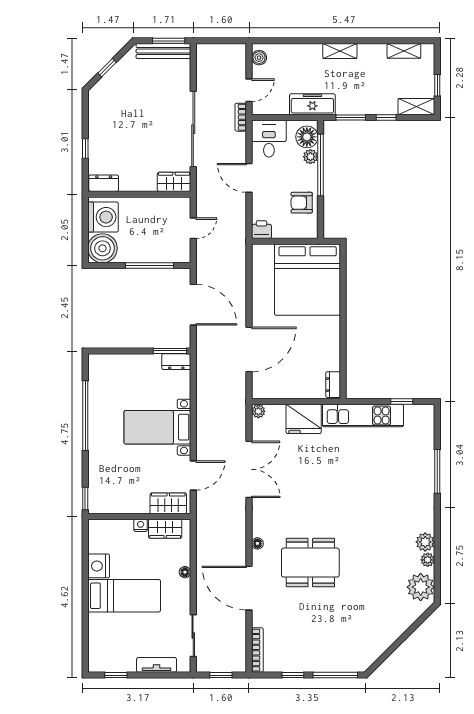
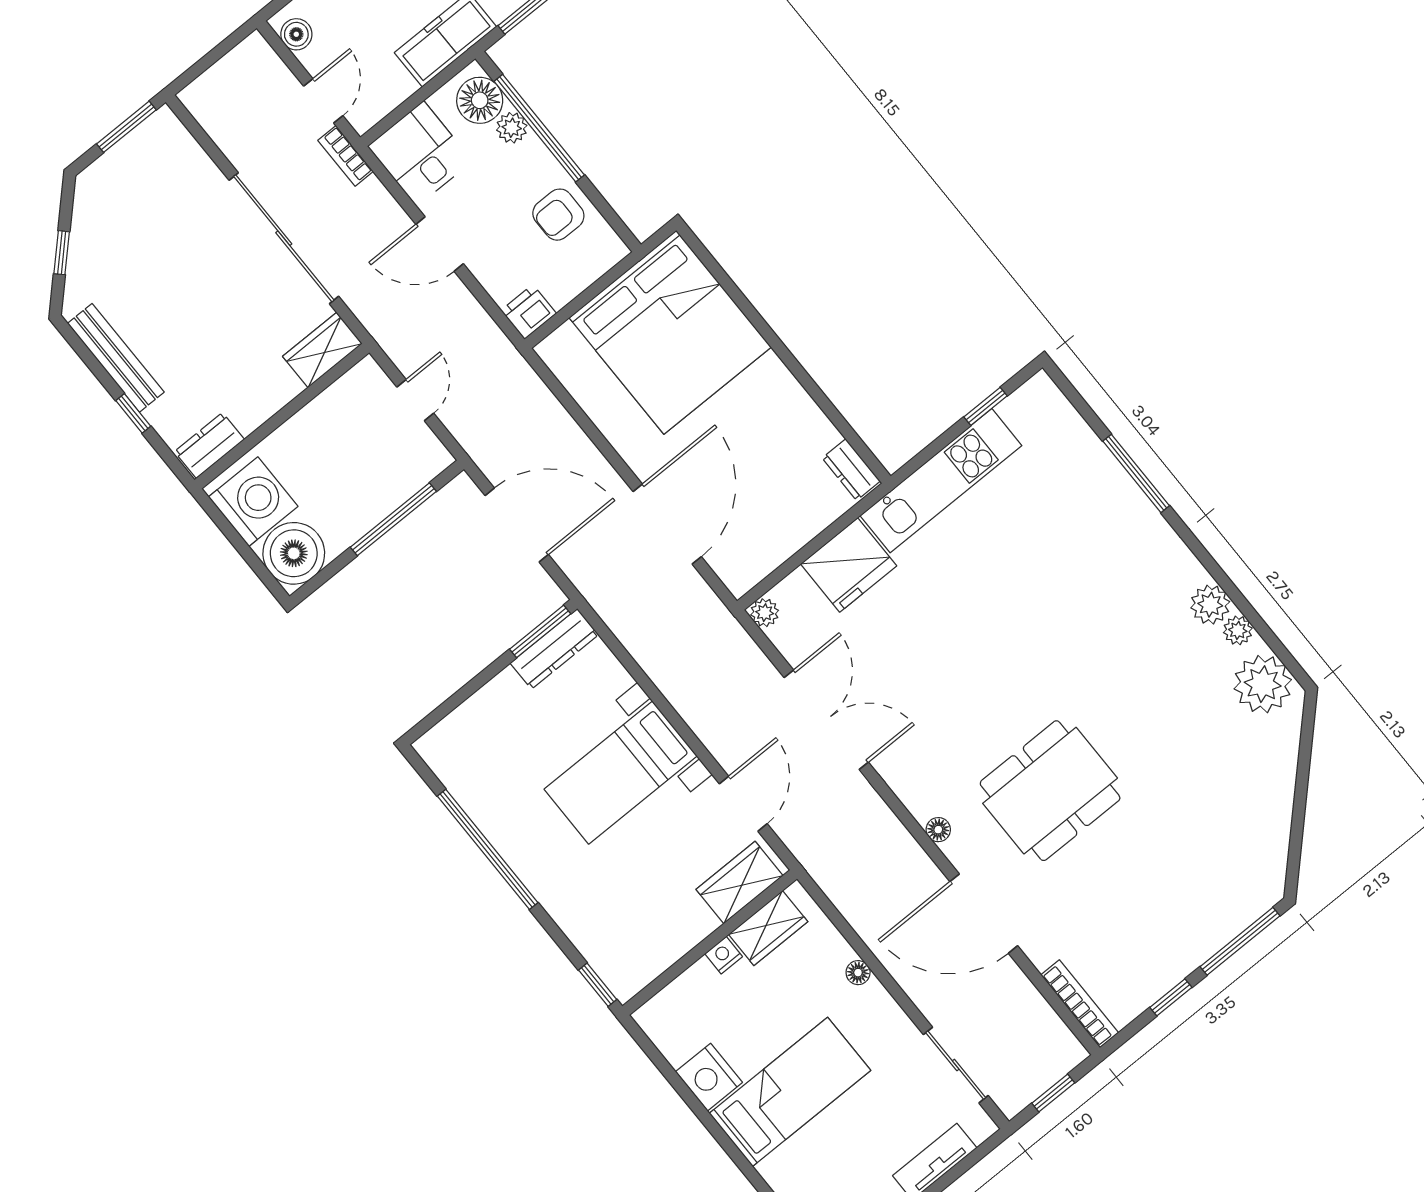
bench: (163, 51) -> (116, 358), moved, turned 90
dresser: (176, 362) -> (554, 649), width x1.44

